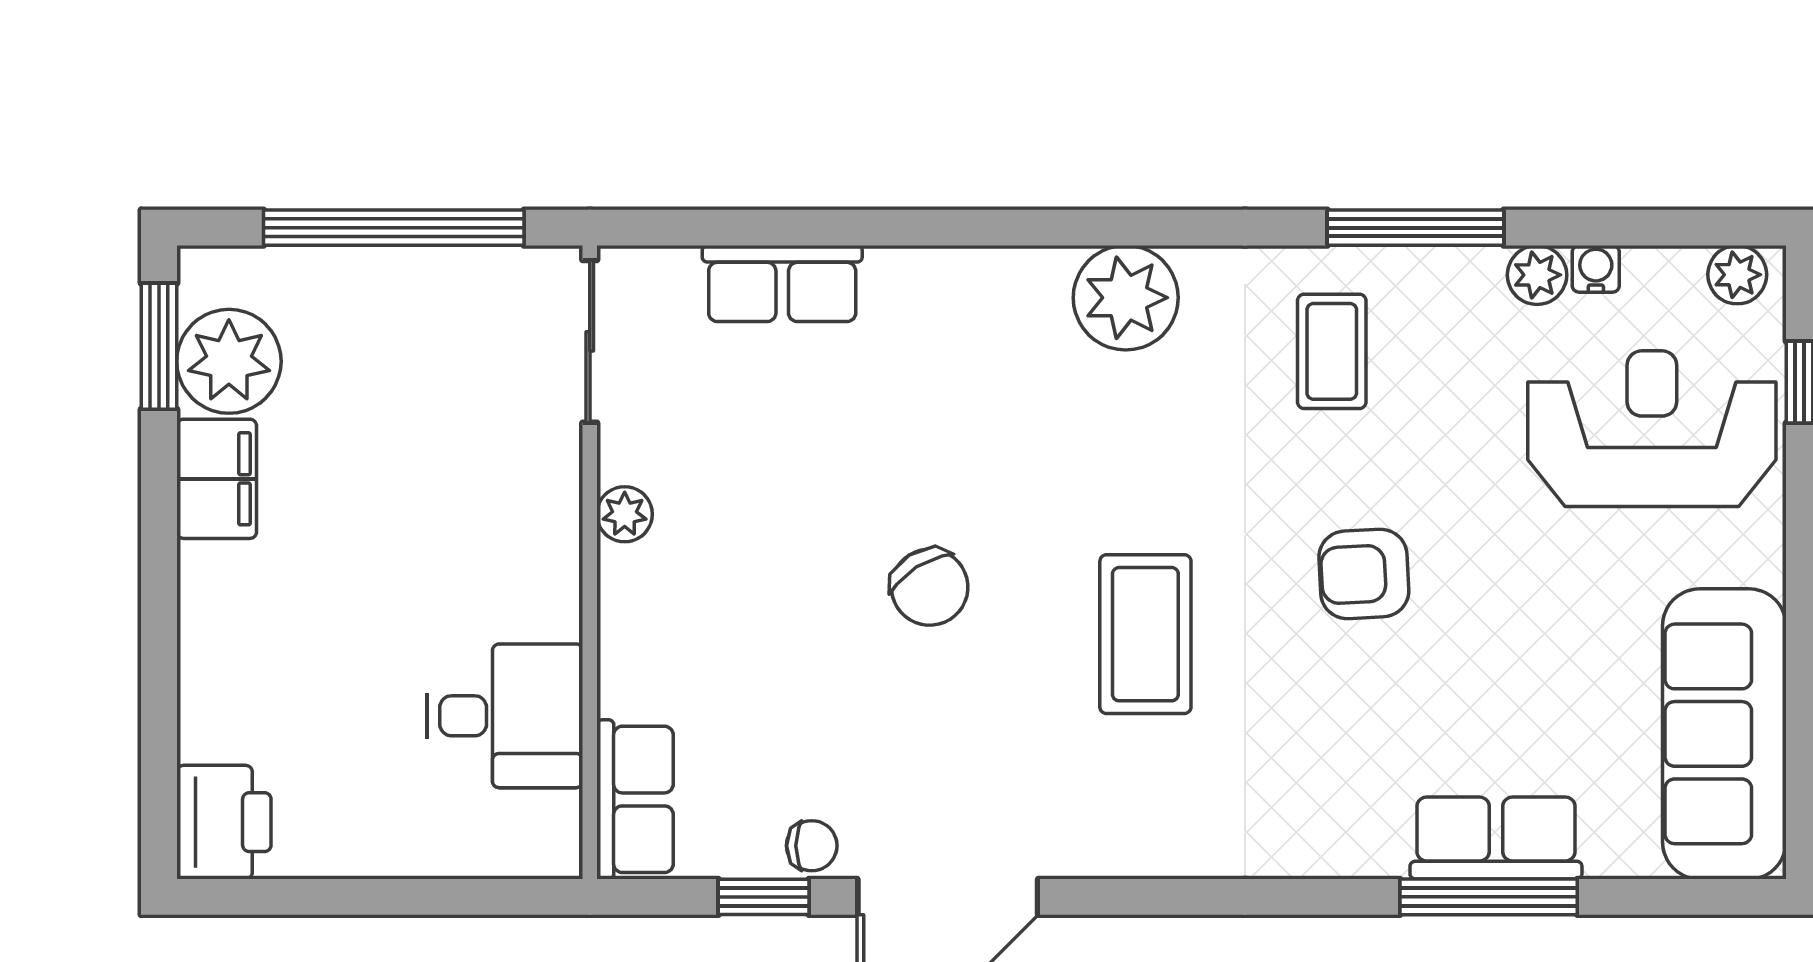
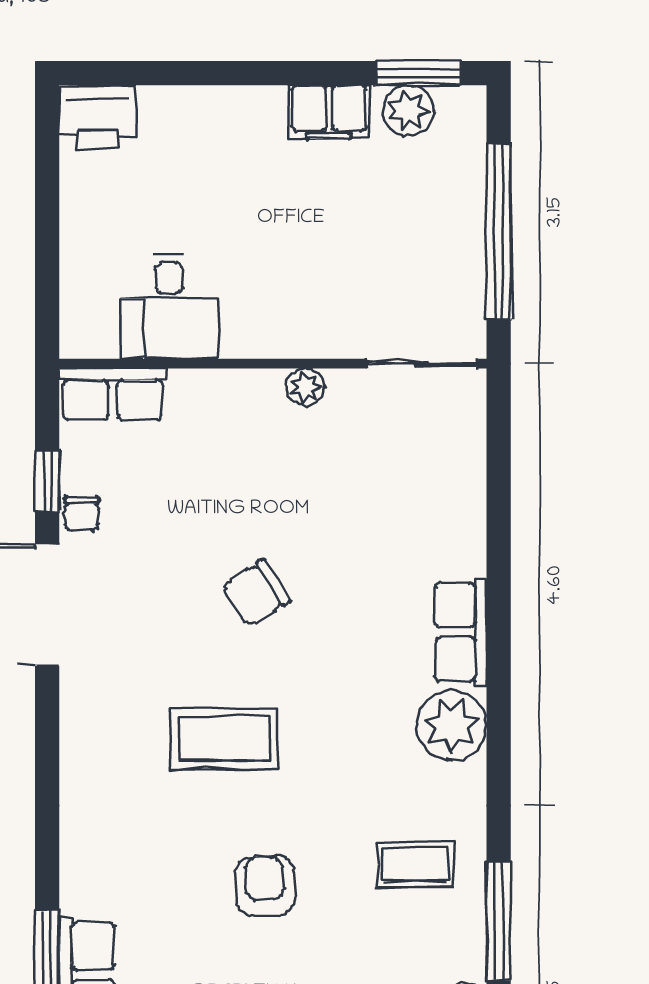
row of seats: (782, 284) -> (461, 632), moved
plant: (229, 361) -> (408, 111), width x0.73, depth x0.73

